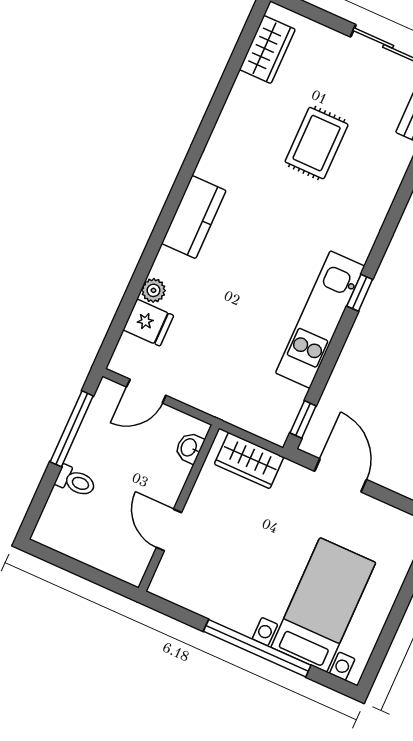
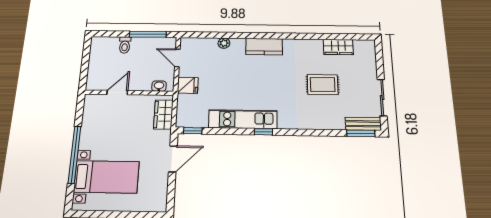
wardrobe: (267, 49) -> (338, 47), moved
fridge: (148, 323) -> (188, 85), moved, turned -90

